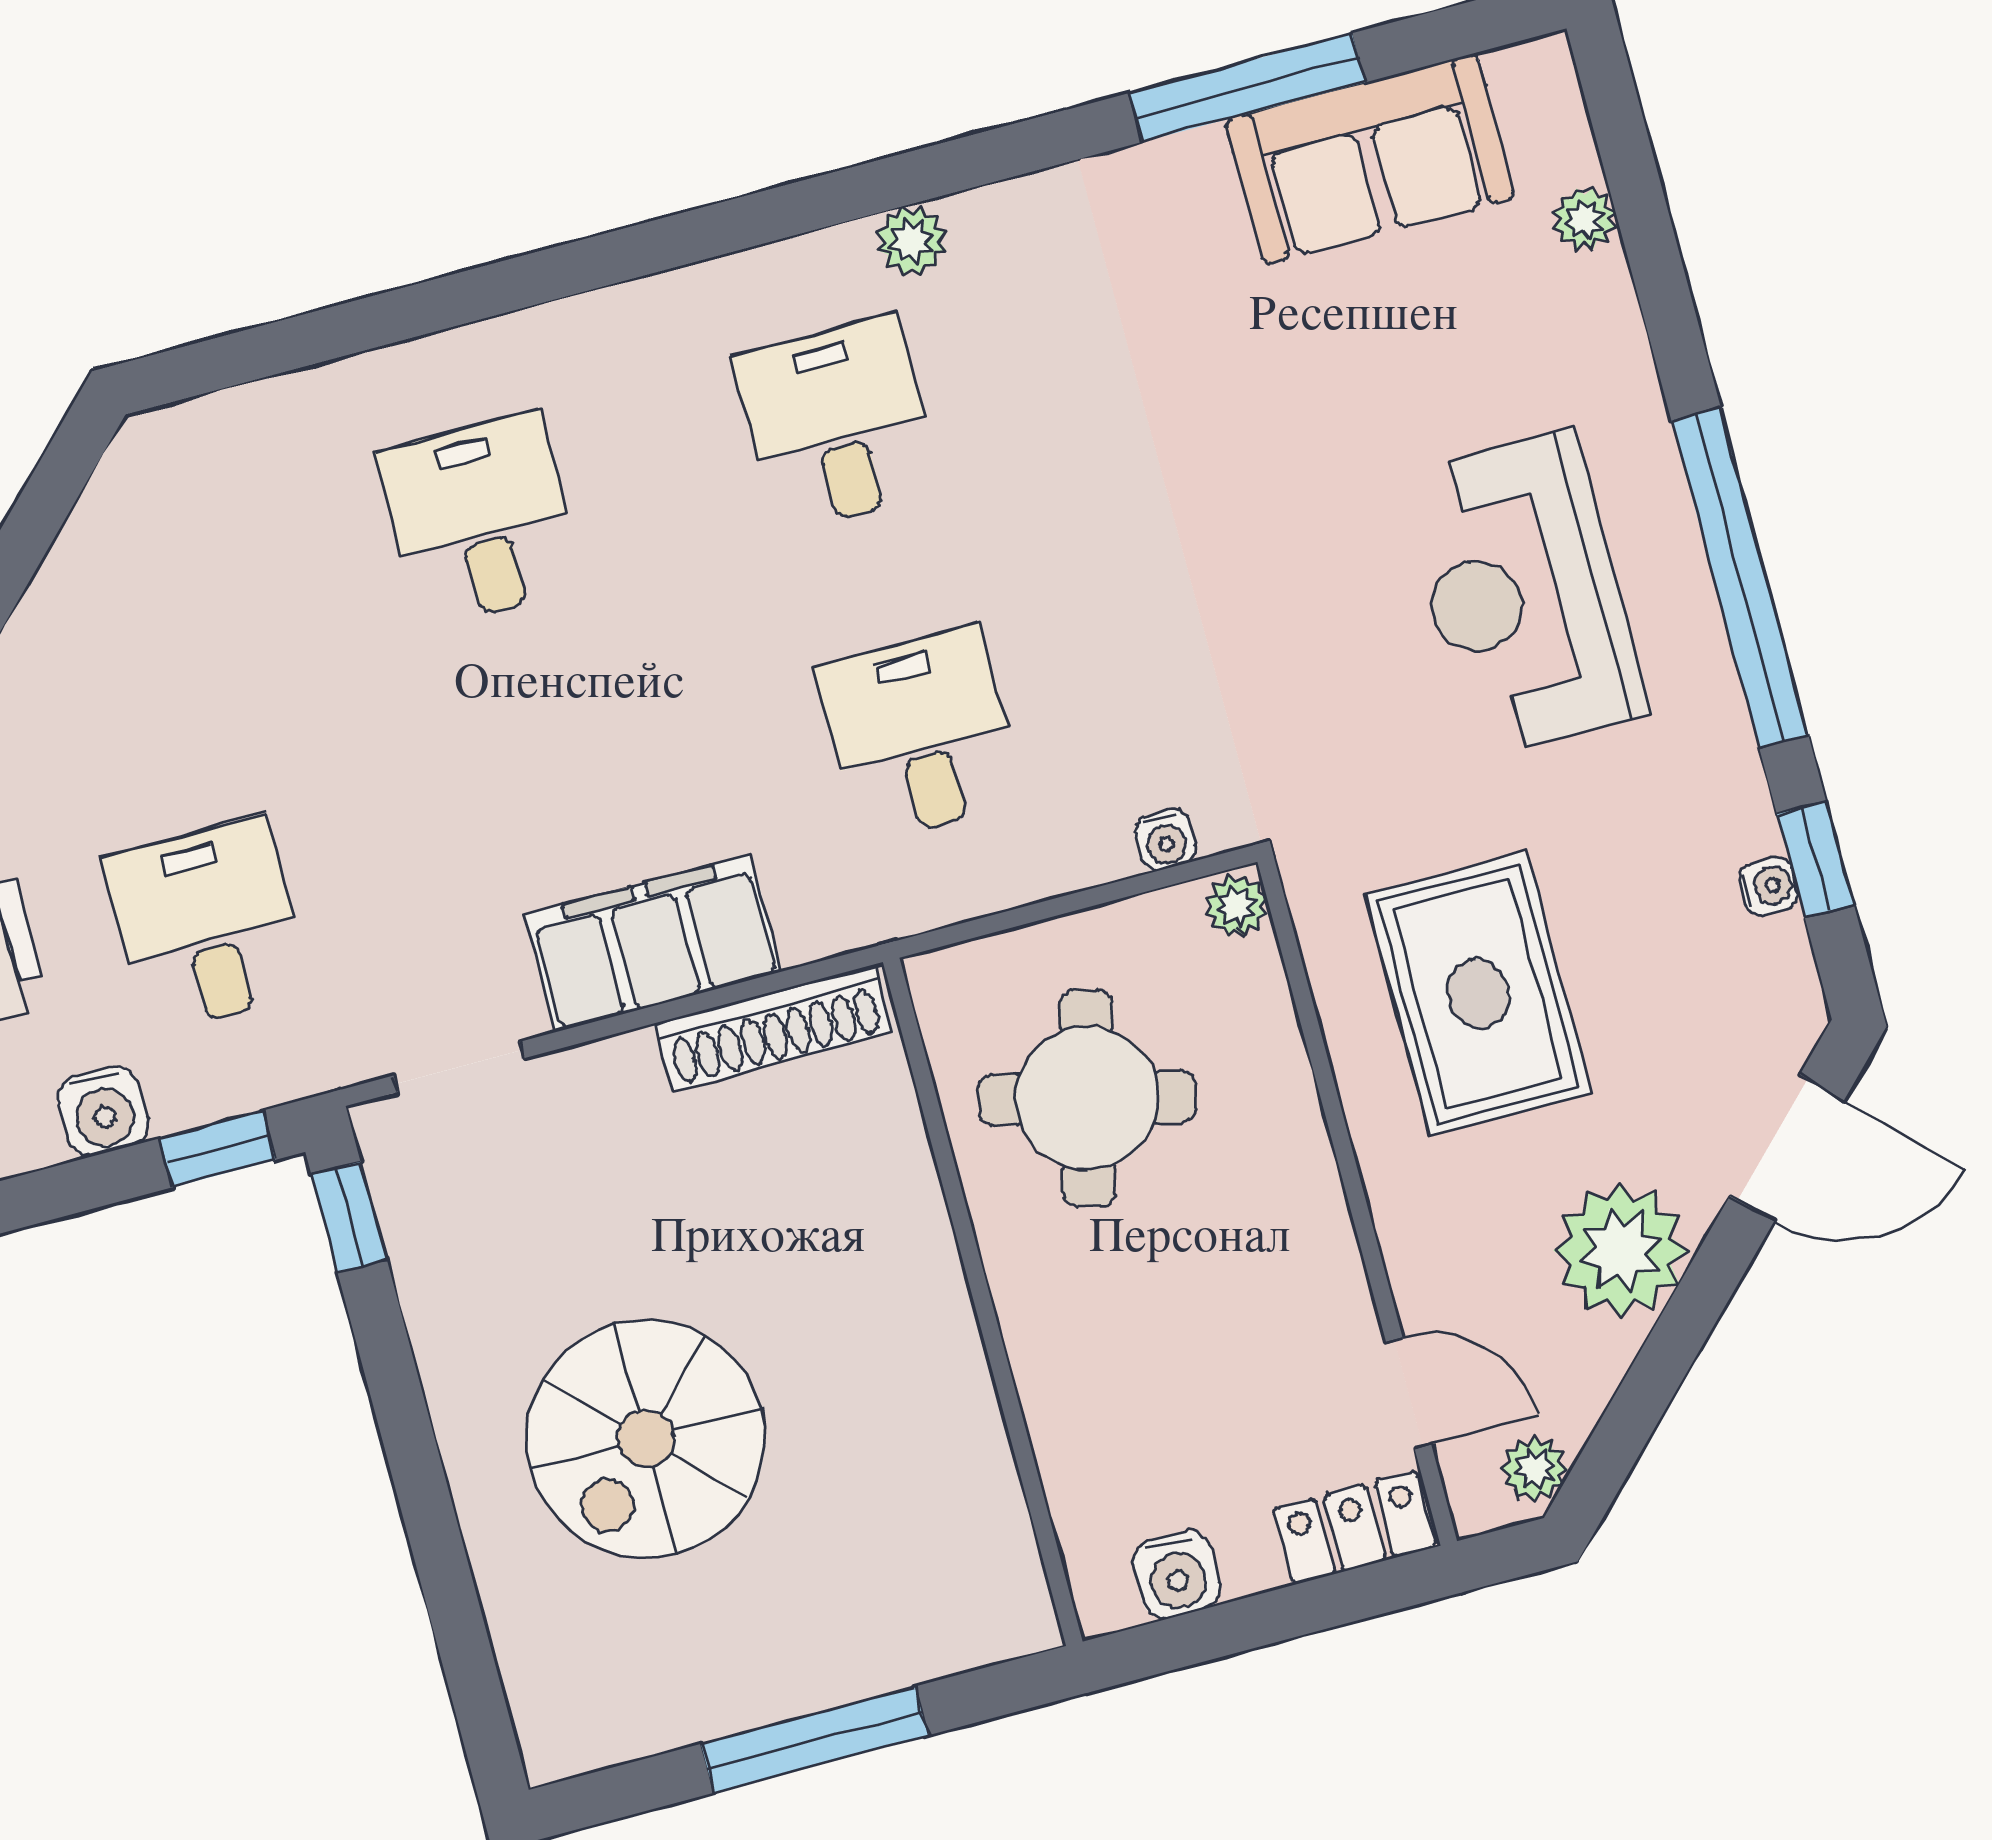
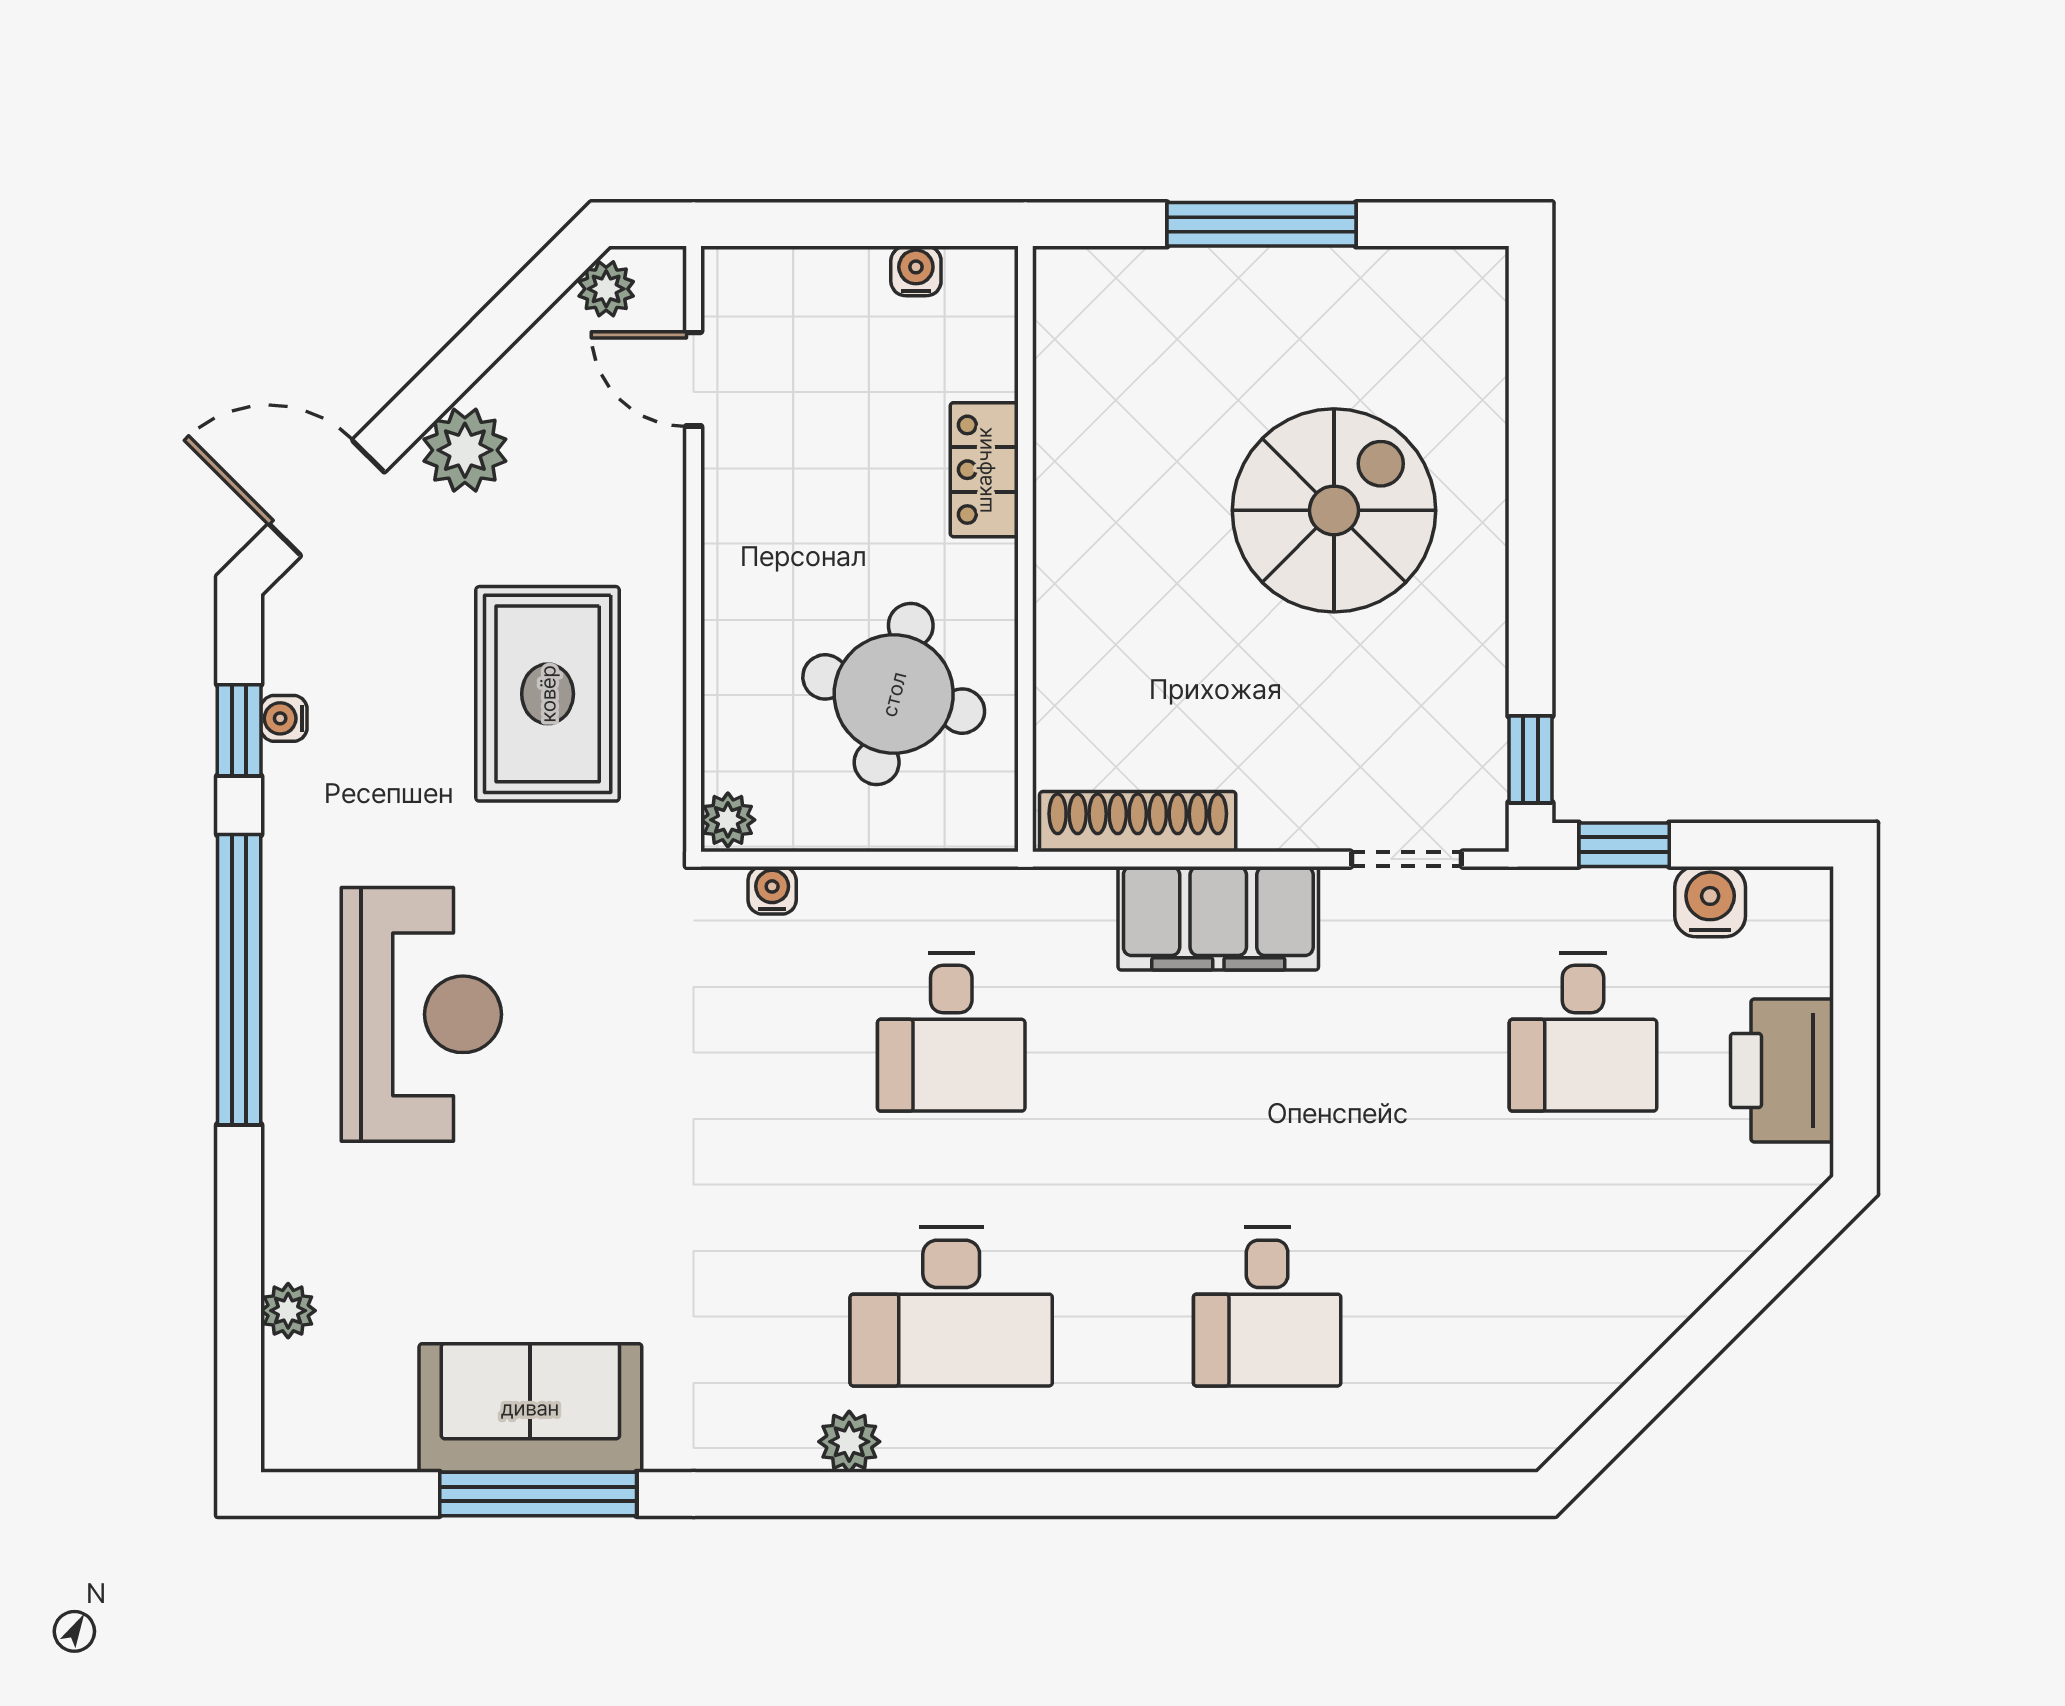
sofa: (1370, 159) -> (530, 1408), moved
desk: (837, 424) -> (951, 1307), width x1.37
plant: (1621, 1250) -> (465, 450), width x0.73, depth x0.73
locker: (1355, 1528) -> (984, 470), moved, turned 90
water cooler: (1177, 1575) -> (916, 271), width x0.72, depth x0.72

